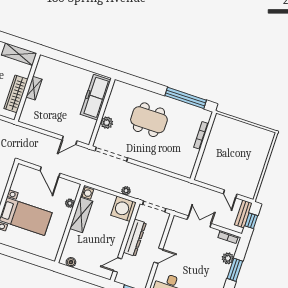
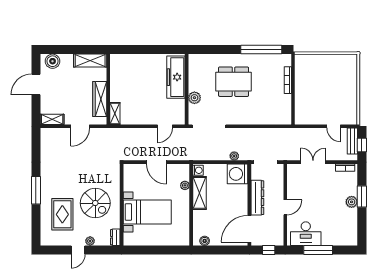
shelving: (34, 88) -> (115, 114), moved
plant: (228, 258) -> (352, 202), moved
door: (117, 265) -> (249, 229), width x1.88

